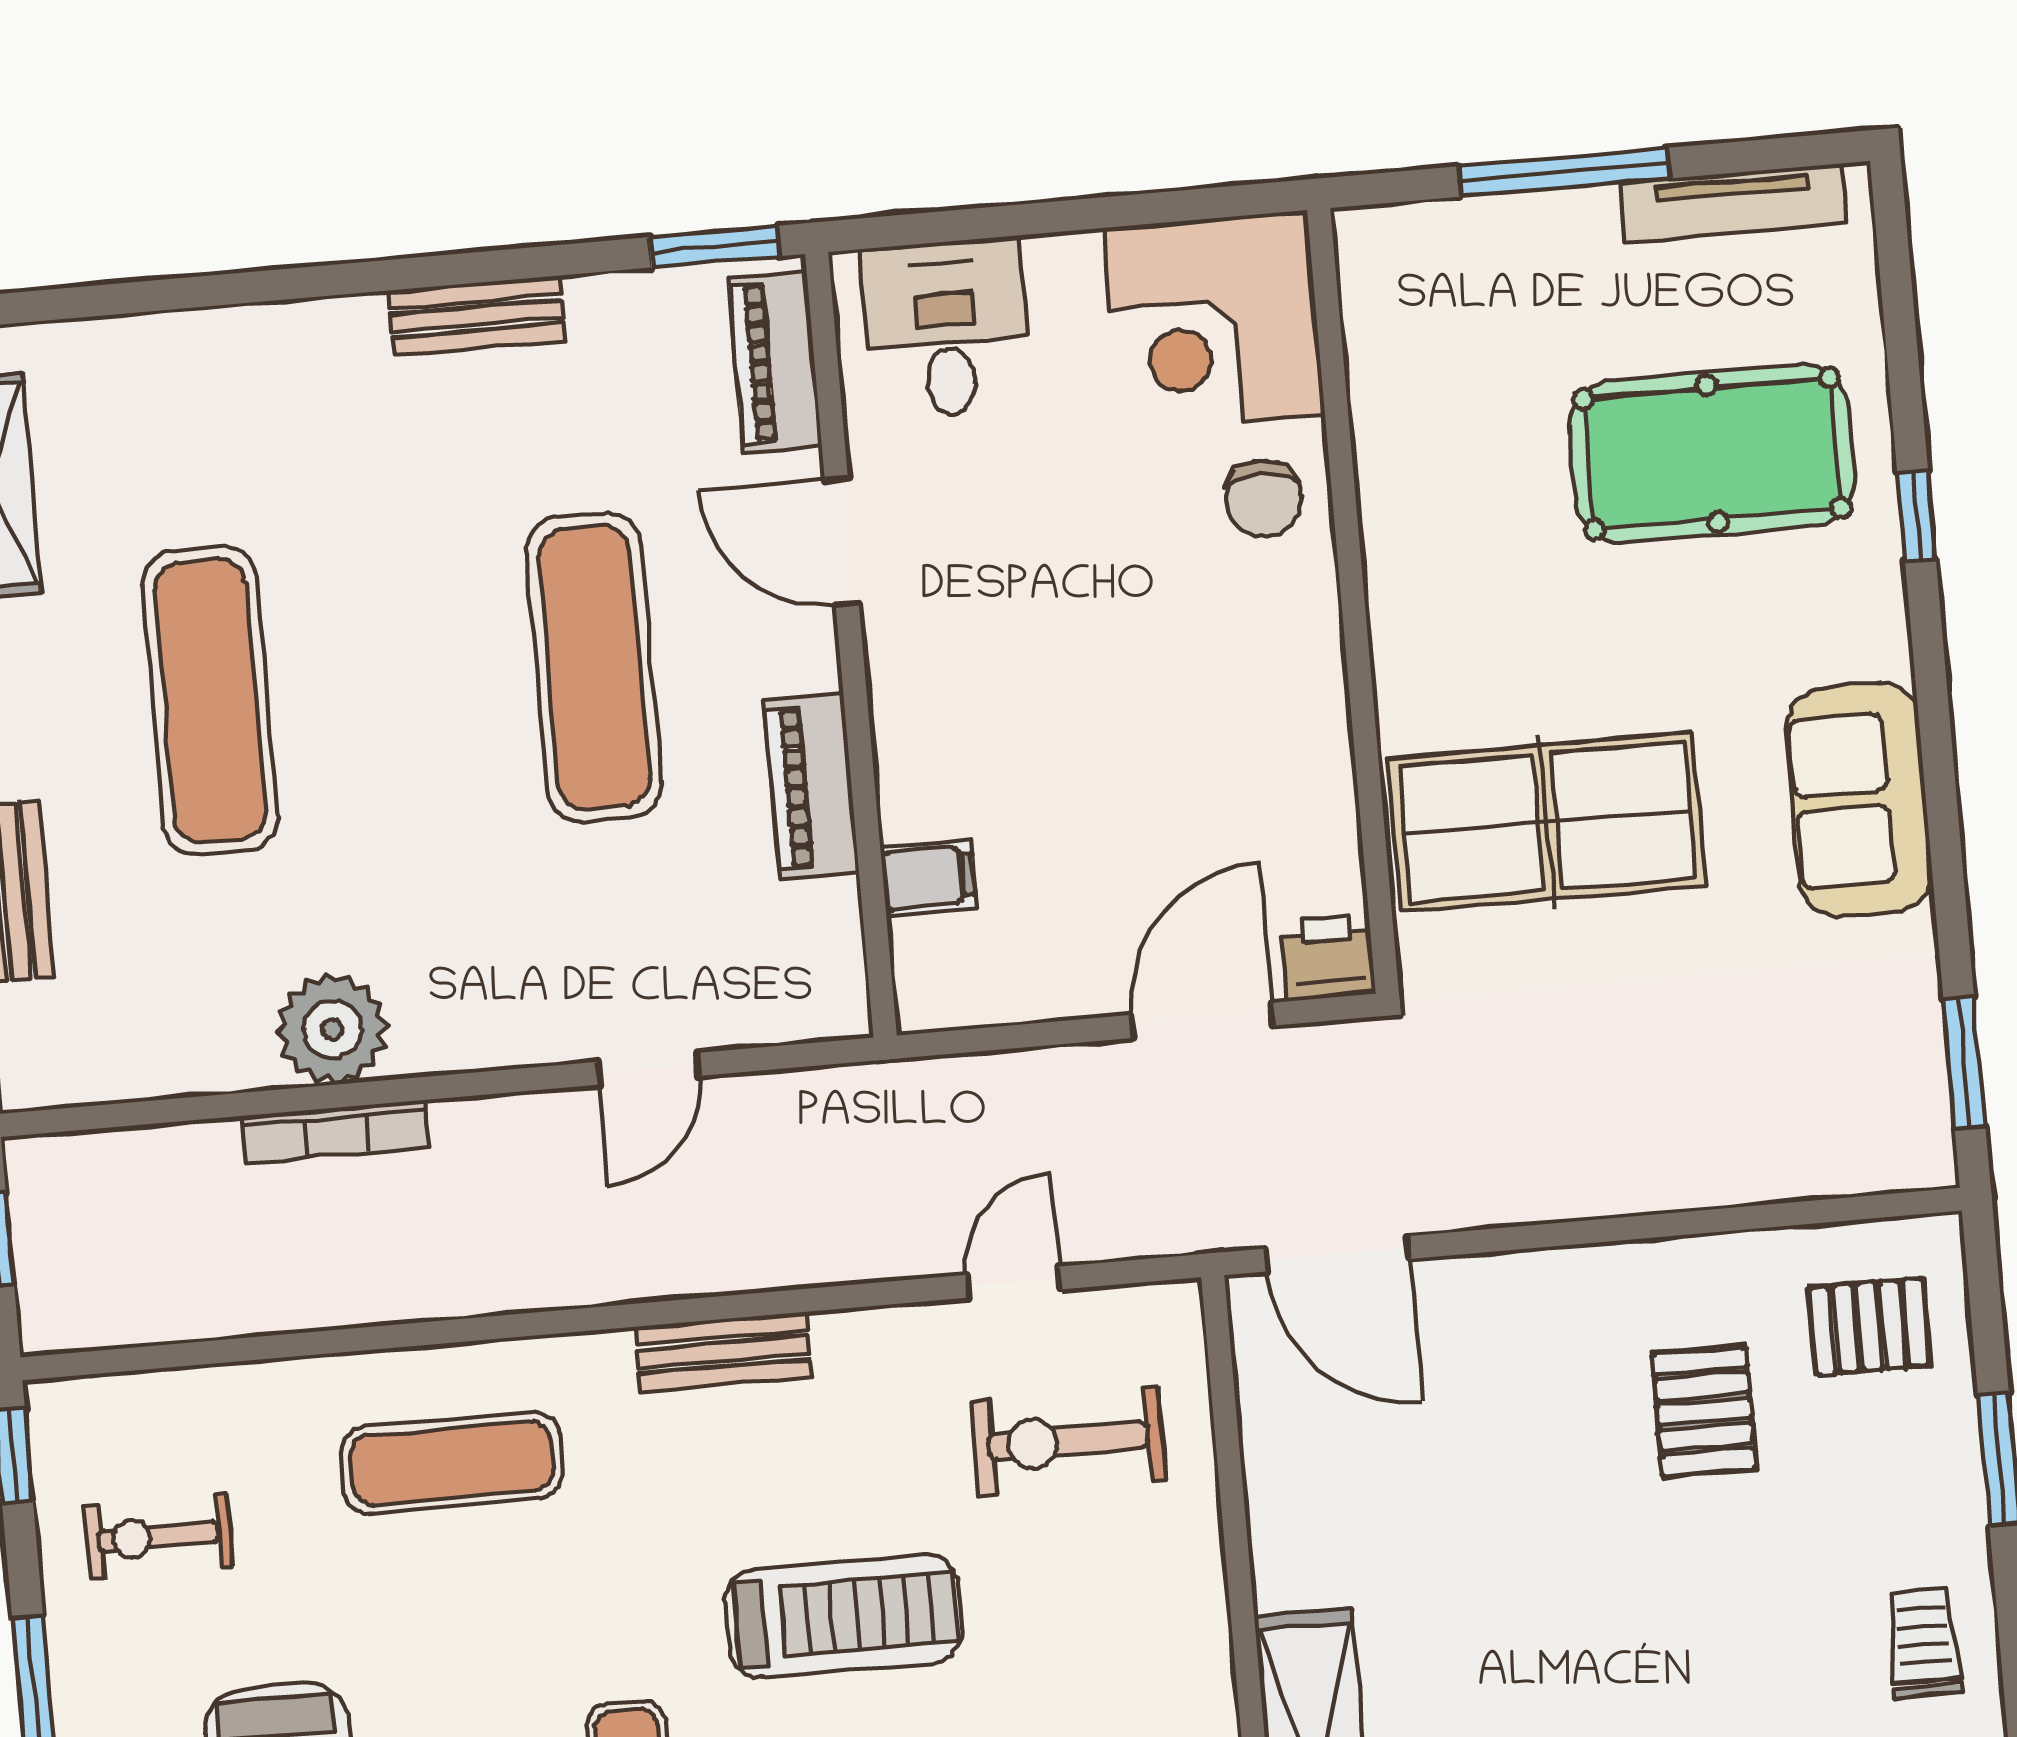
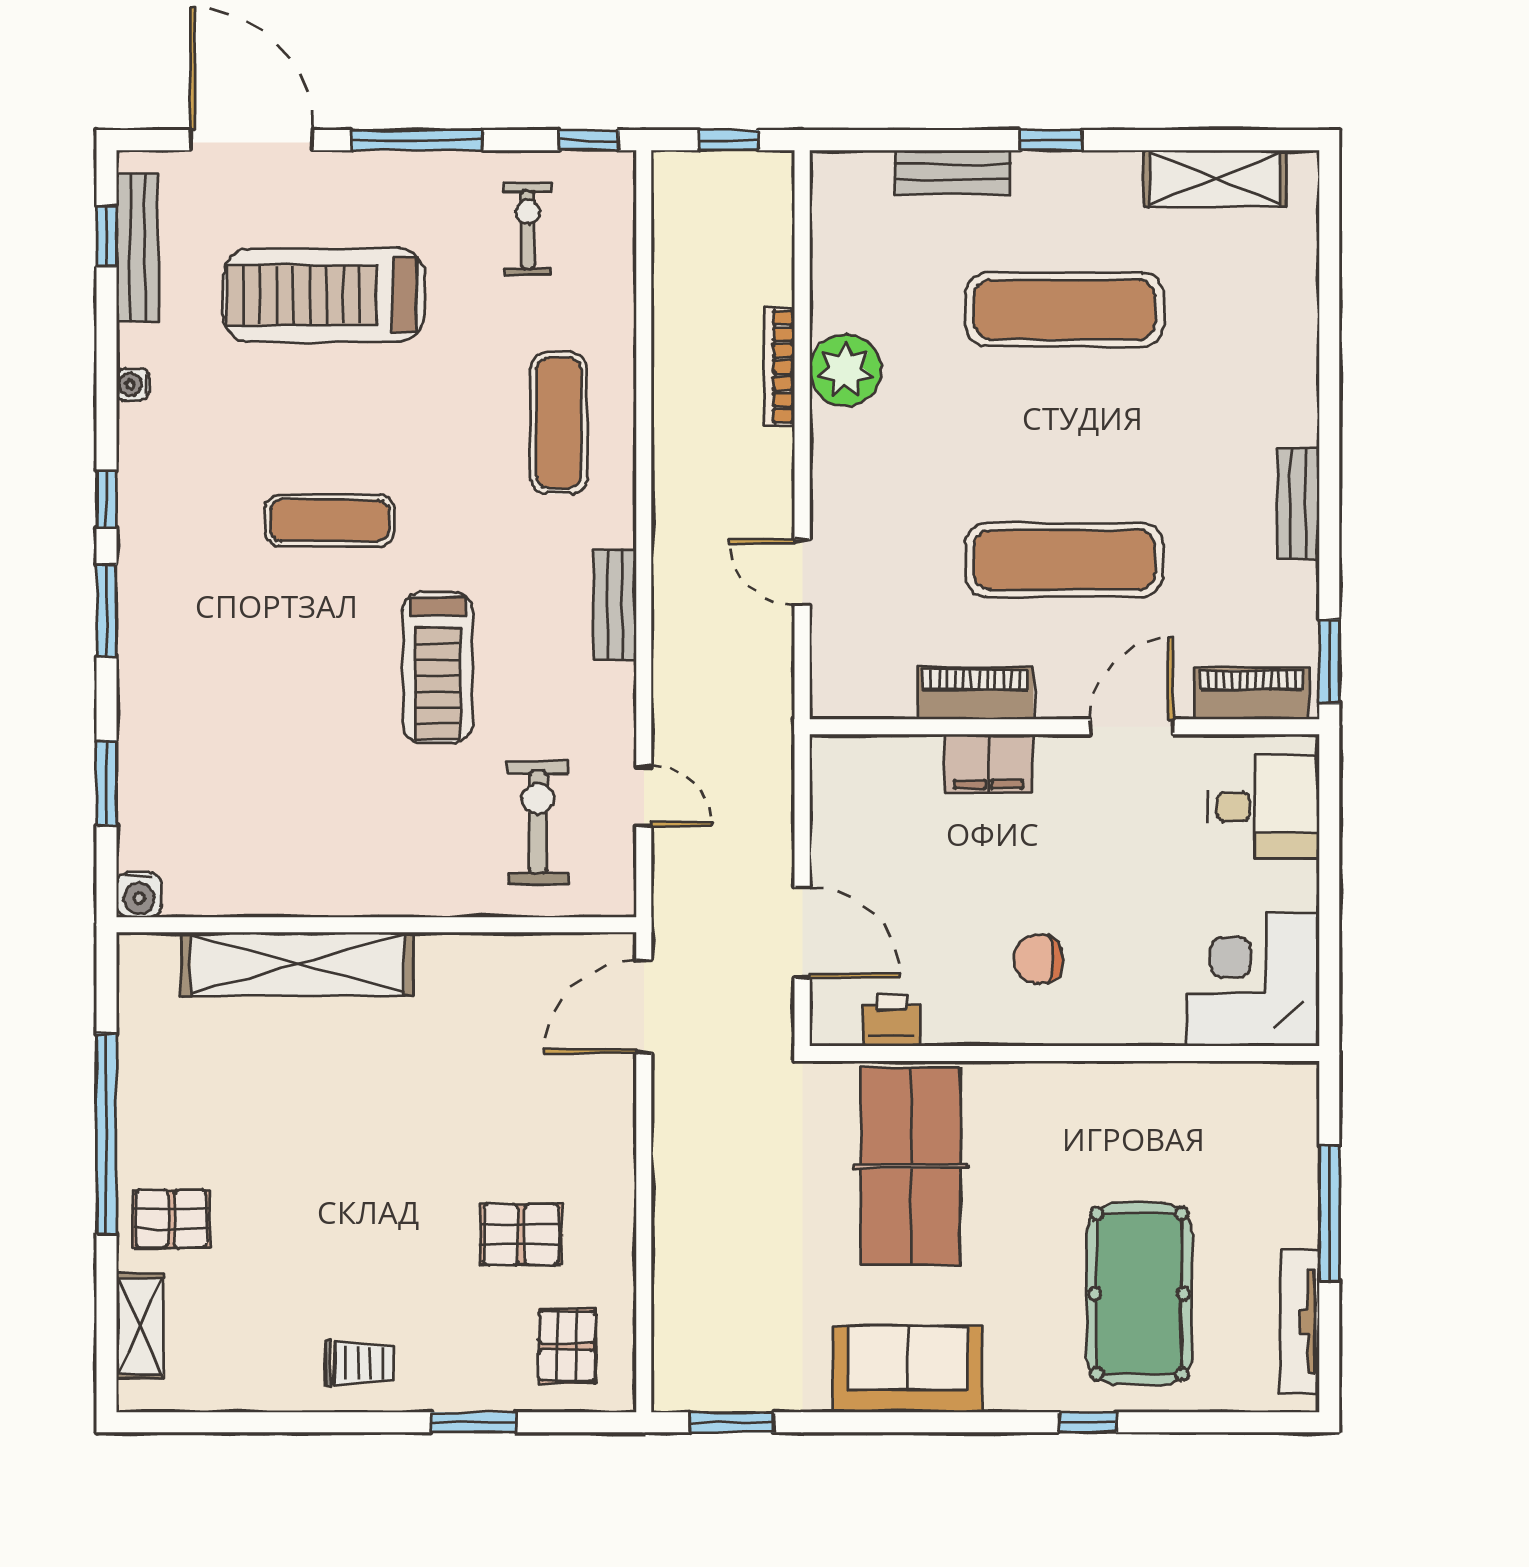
chair: (1263, 498) -> (1039, 959), moved
filing cabinet: (928, 878) -> (989, 764), moved, width x2.00
printer: (1328, 958) -> (892, 1020), moved, turned -90

